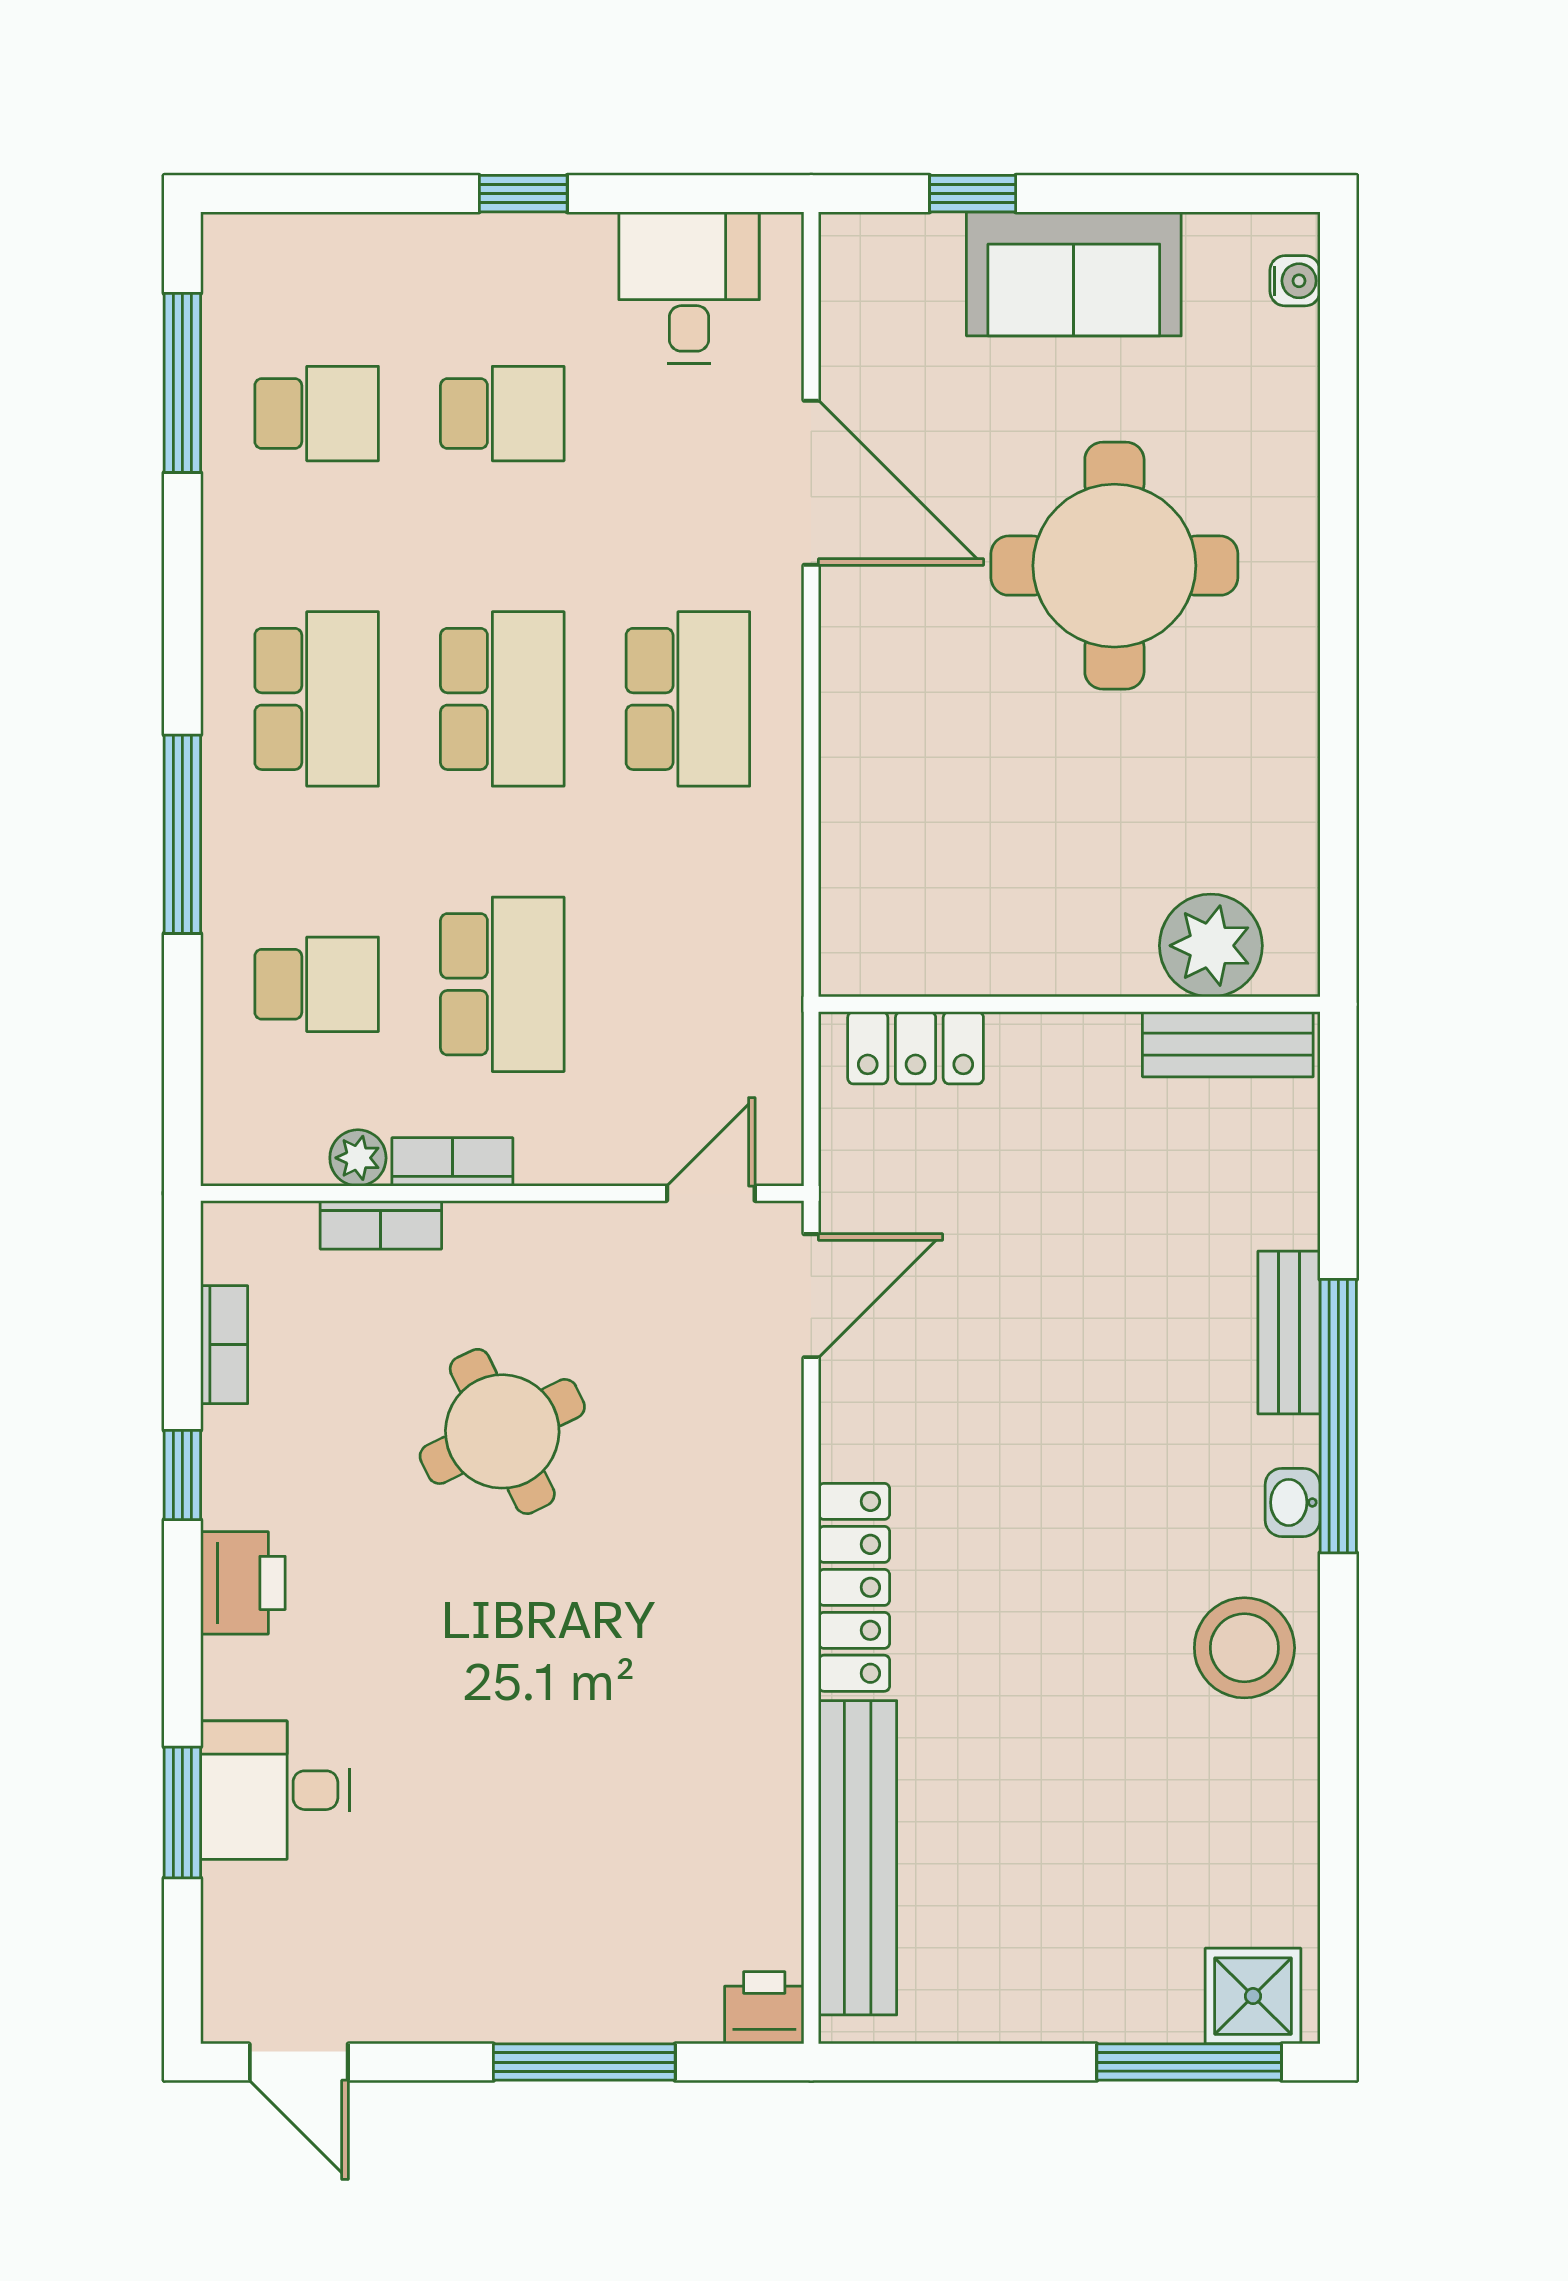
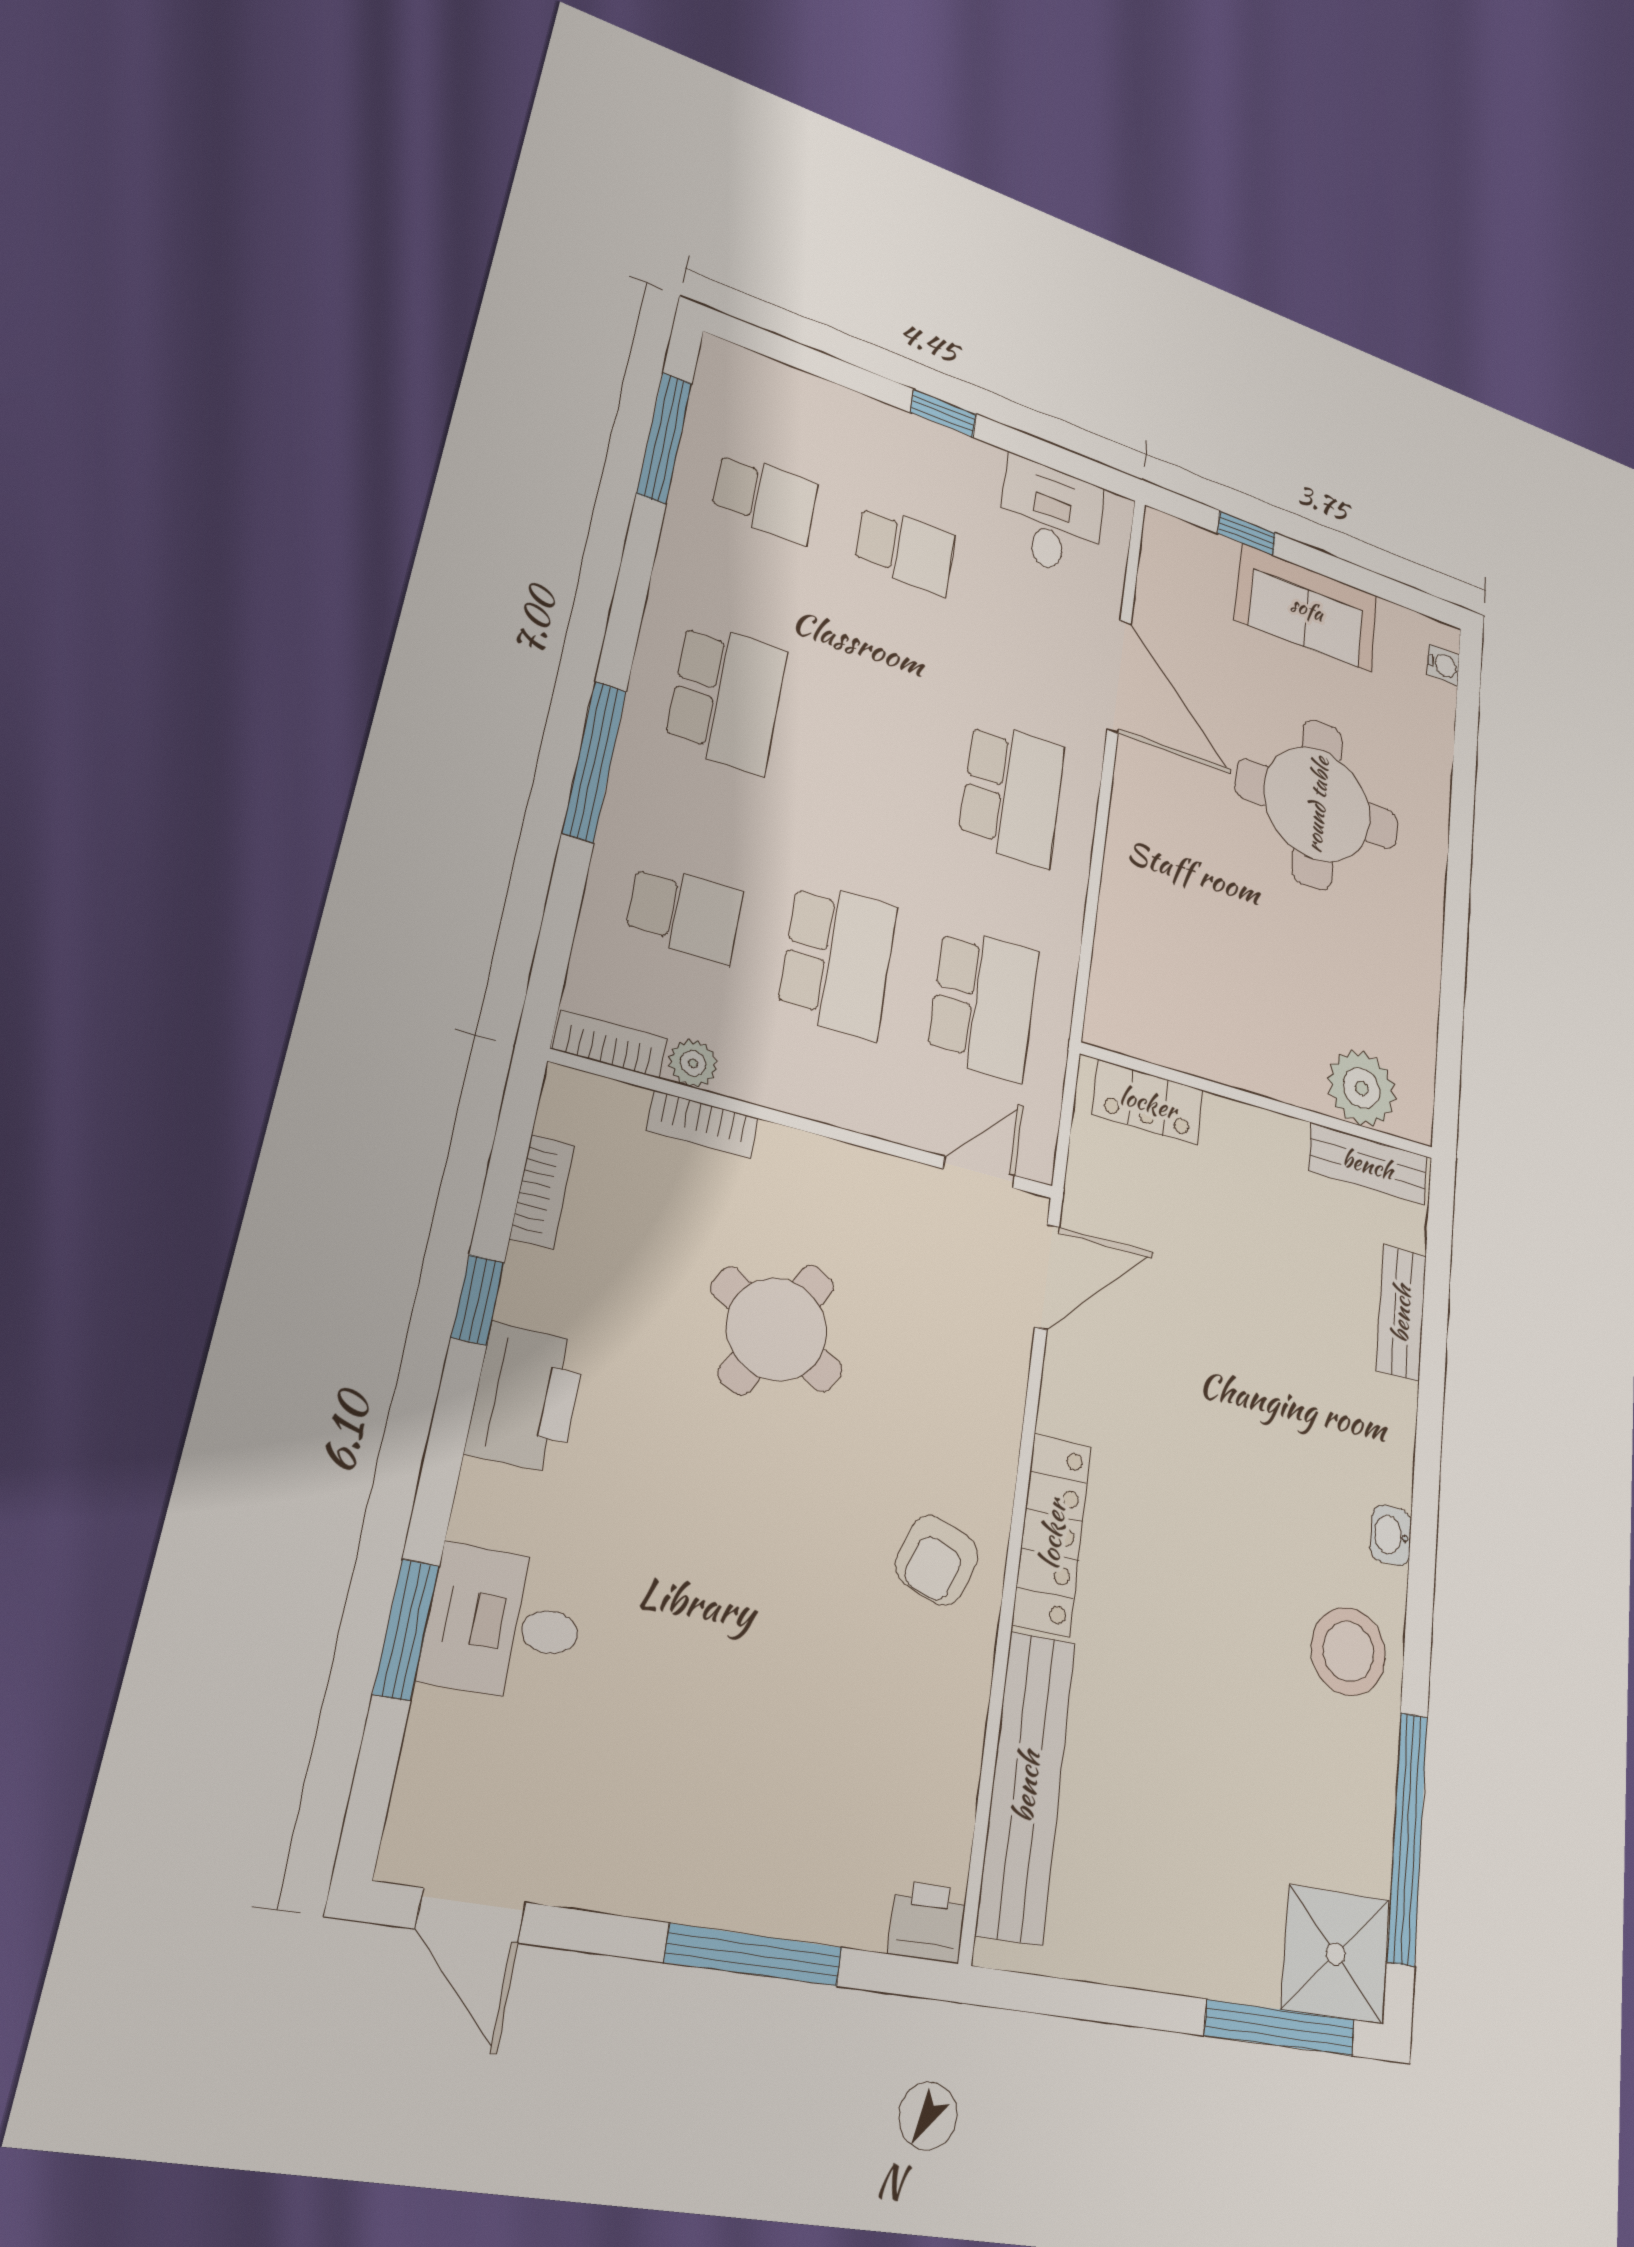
school desk: (502, 699) -> (983, 1003), moved
bookcase: (452, 1162) -> (610, 1044), moved
bench: (1289, 1332) -> (1401, 1313), moved
window: (1338, 1416) -> (1407, 1837), moved
round table: (502, 1431) -> (777, 1329), turned -34
printer: (243, 1583) -> (526, 1398), width x1.37, depth x1.19
armchair: (722, 1641) -> (937, 1560), added
shower: (1253, 1996) -> (1336, 1954), width x1.36, depth x1.36

